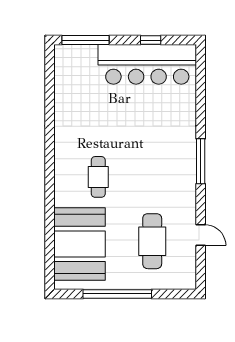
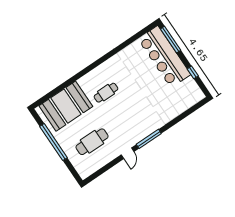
bar counter: (147, 64) -> (164, 57), moved
door: (201, 235) -> (128, 153), moved

